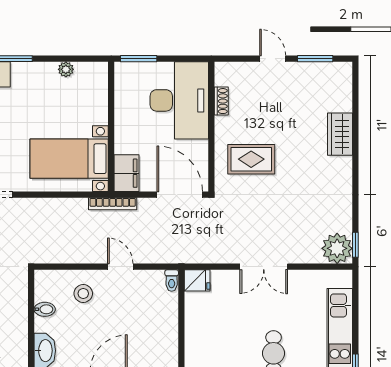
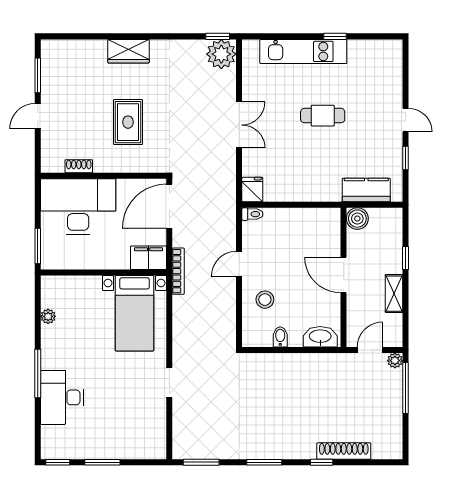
wardrobe: (340, 134) -> (128, 51), moved
rug: (251, 159) -> (128, 122), moved

